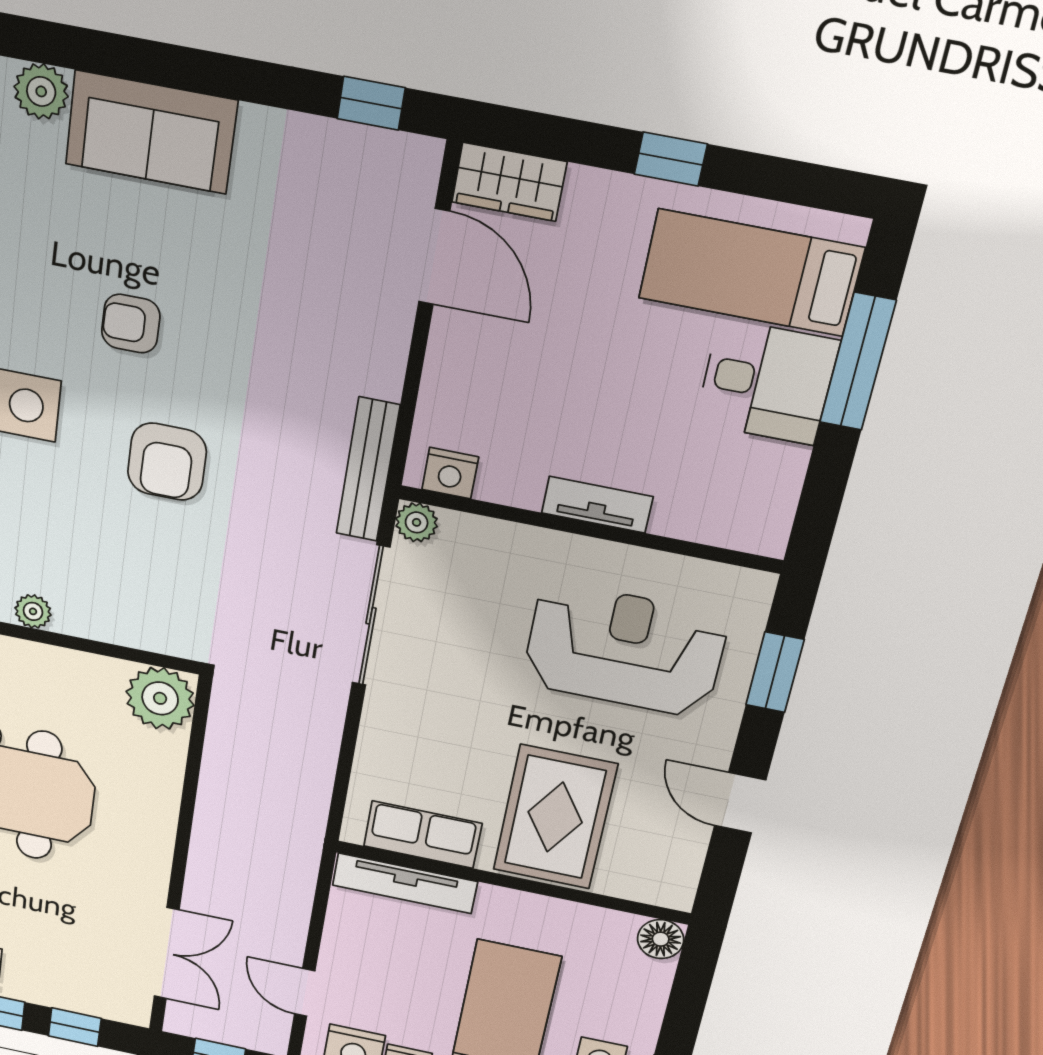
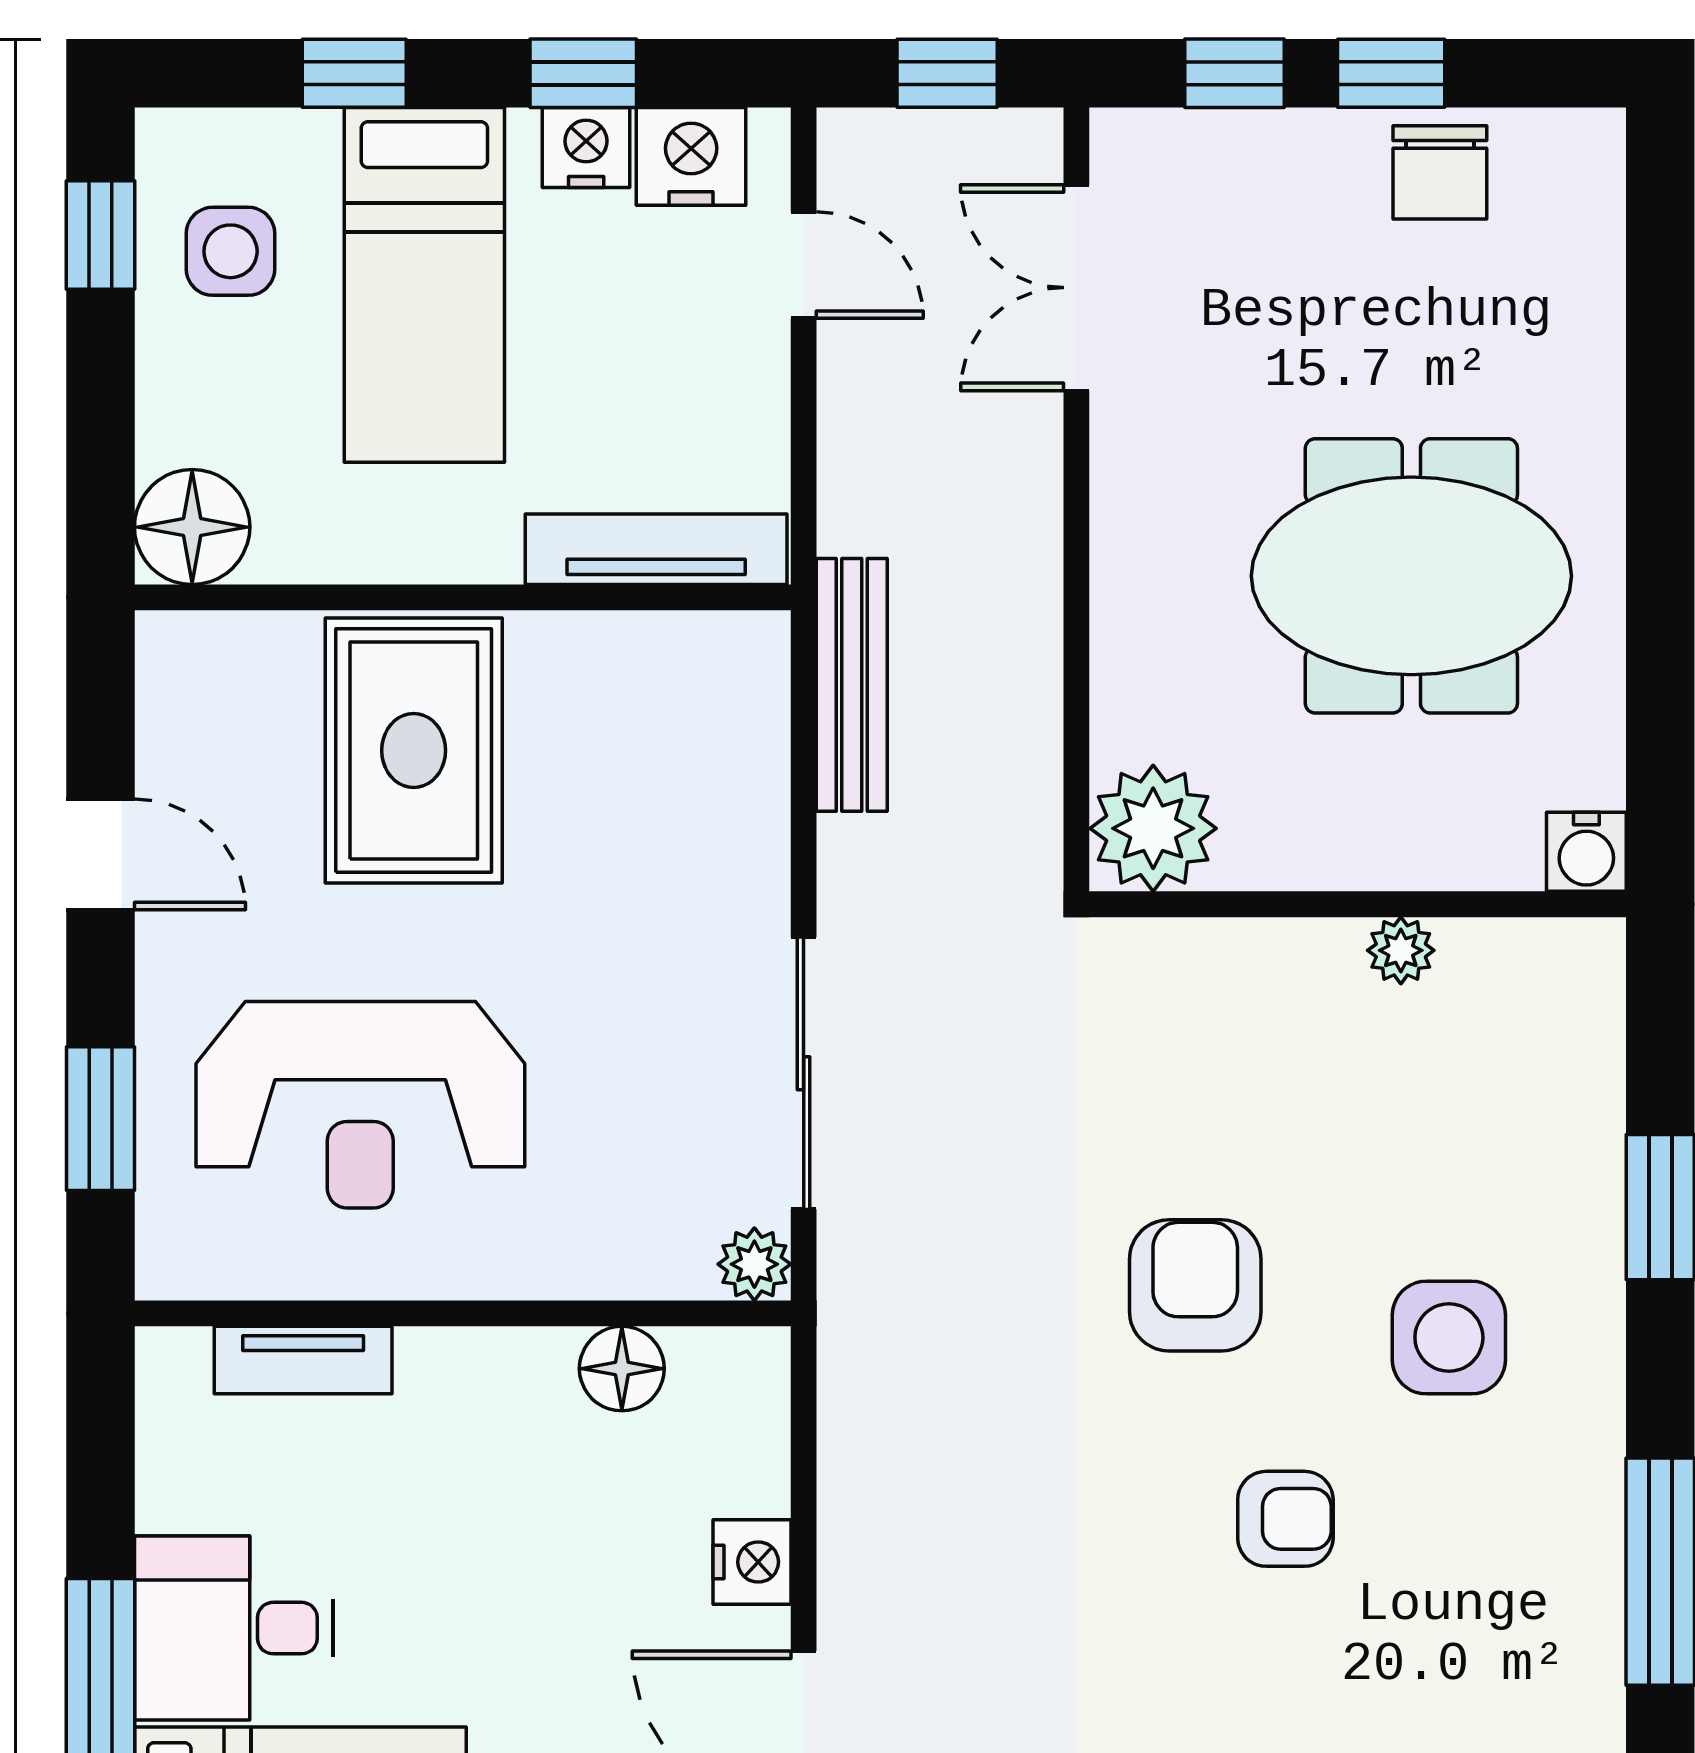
bench: (368, 470) -> (852, 685), moved
nightstand: (450, 473) -> (752, 1562), moved, turned 90
floor lamp: (504, 482) -> (622, 1369), added
tv unit: (597, 505) -> (303, 1360), moved
row of seats: (423, 835) -> (641, 659), removed
floor lamp: (661, 939) -> (192, 527), width x1.38, depth x1.38

